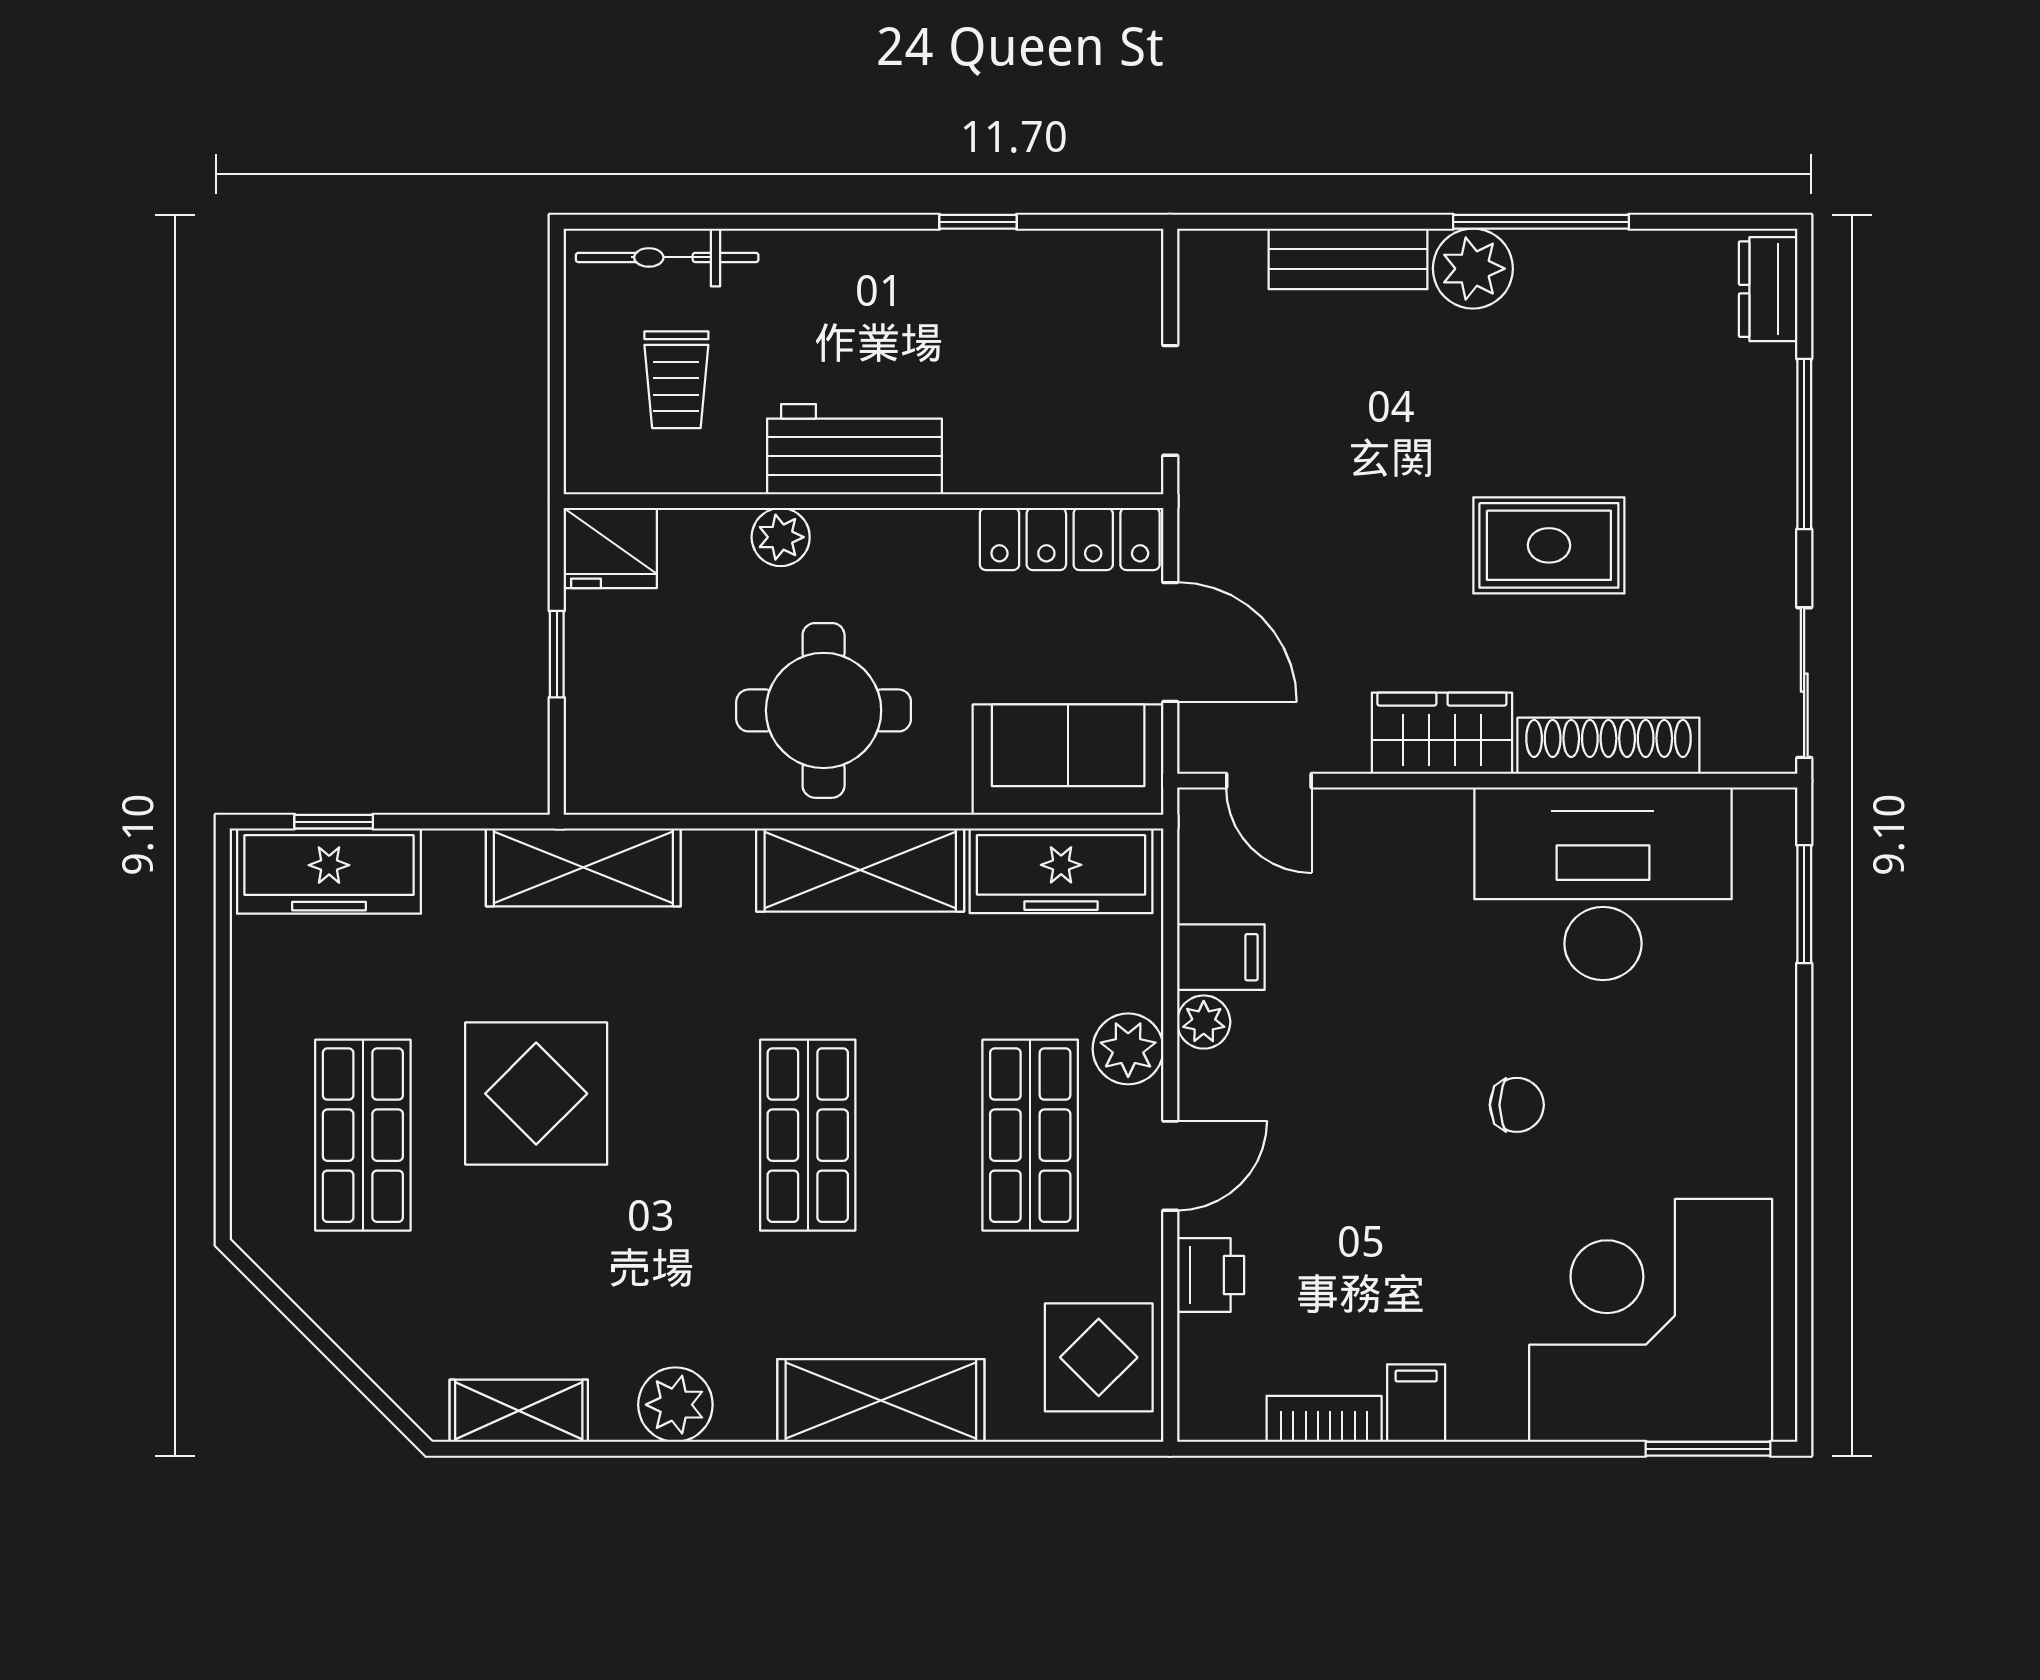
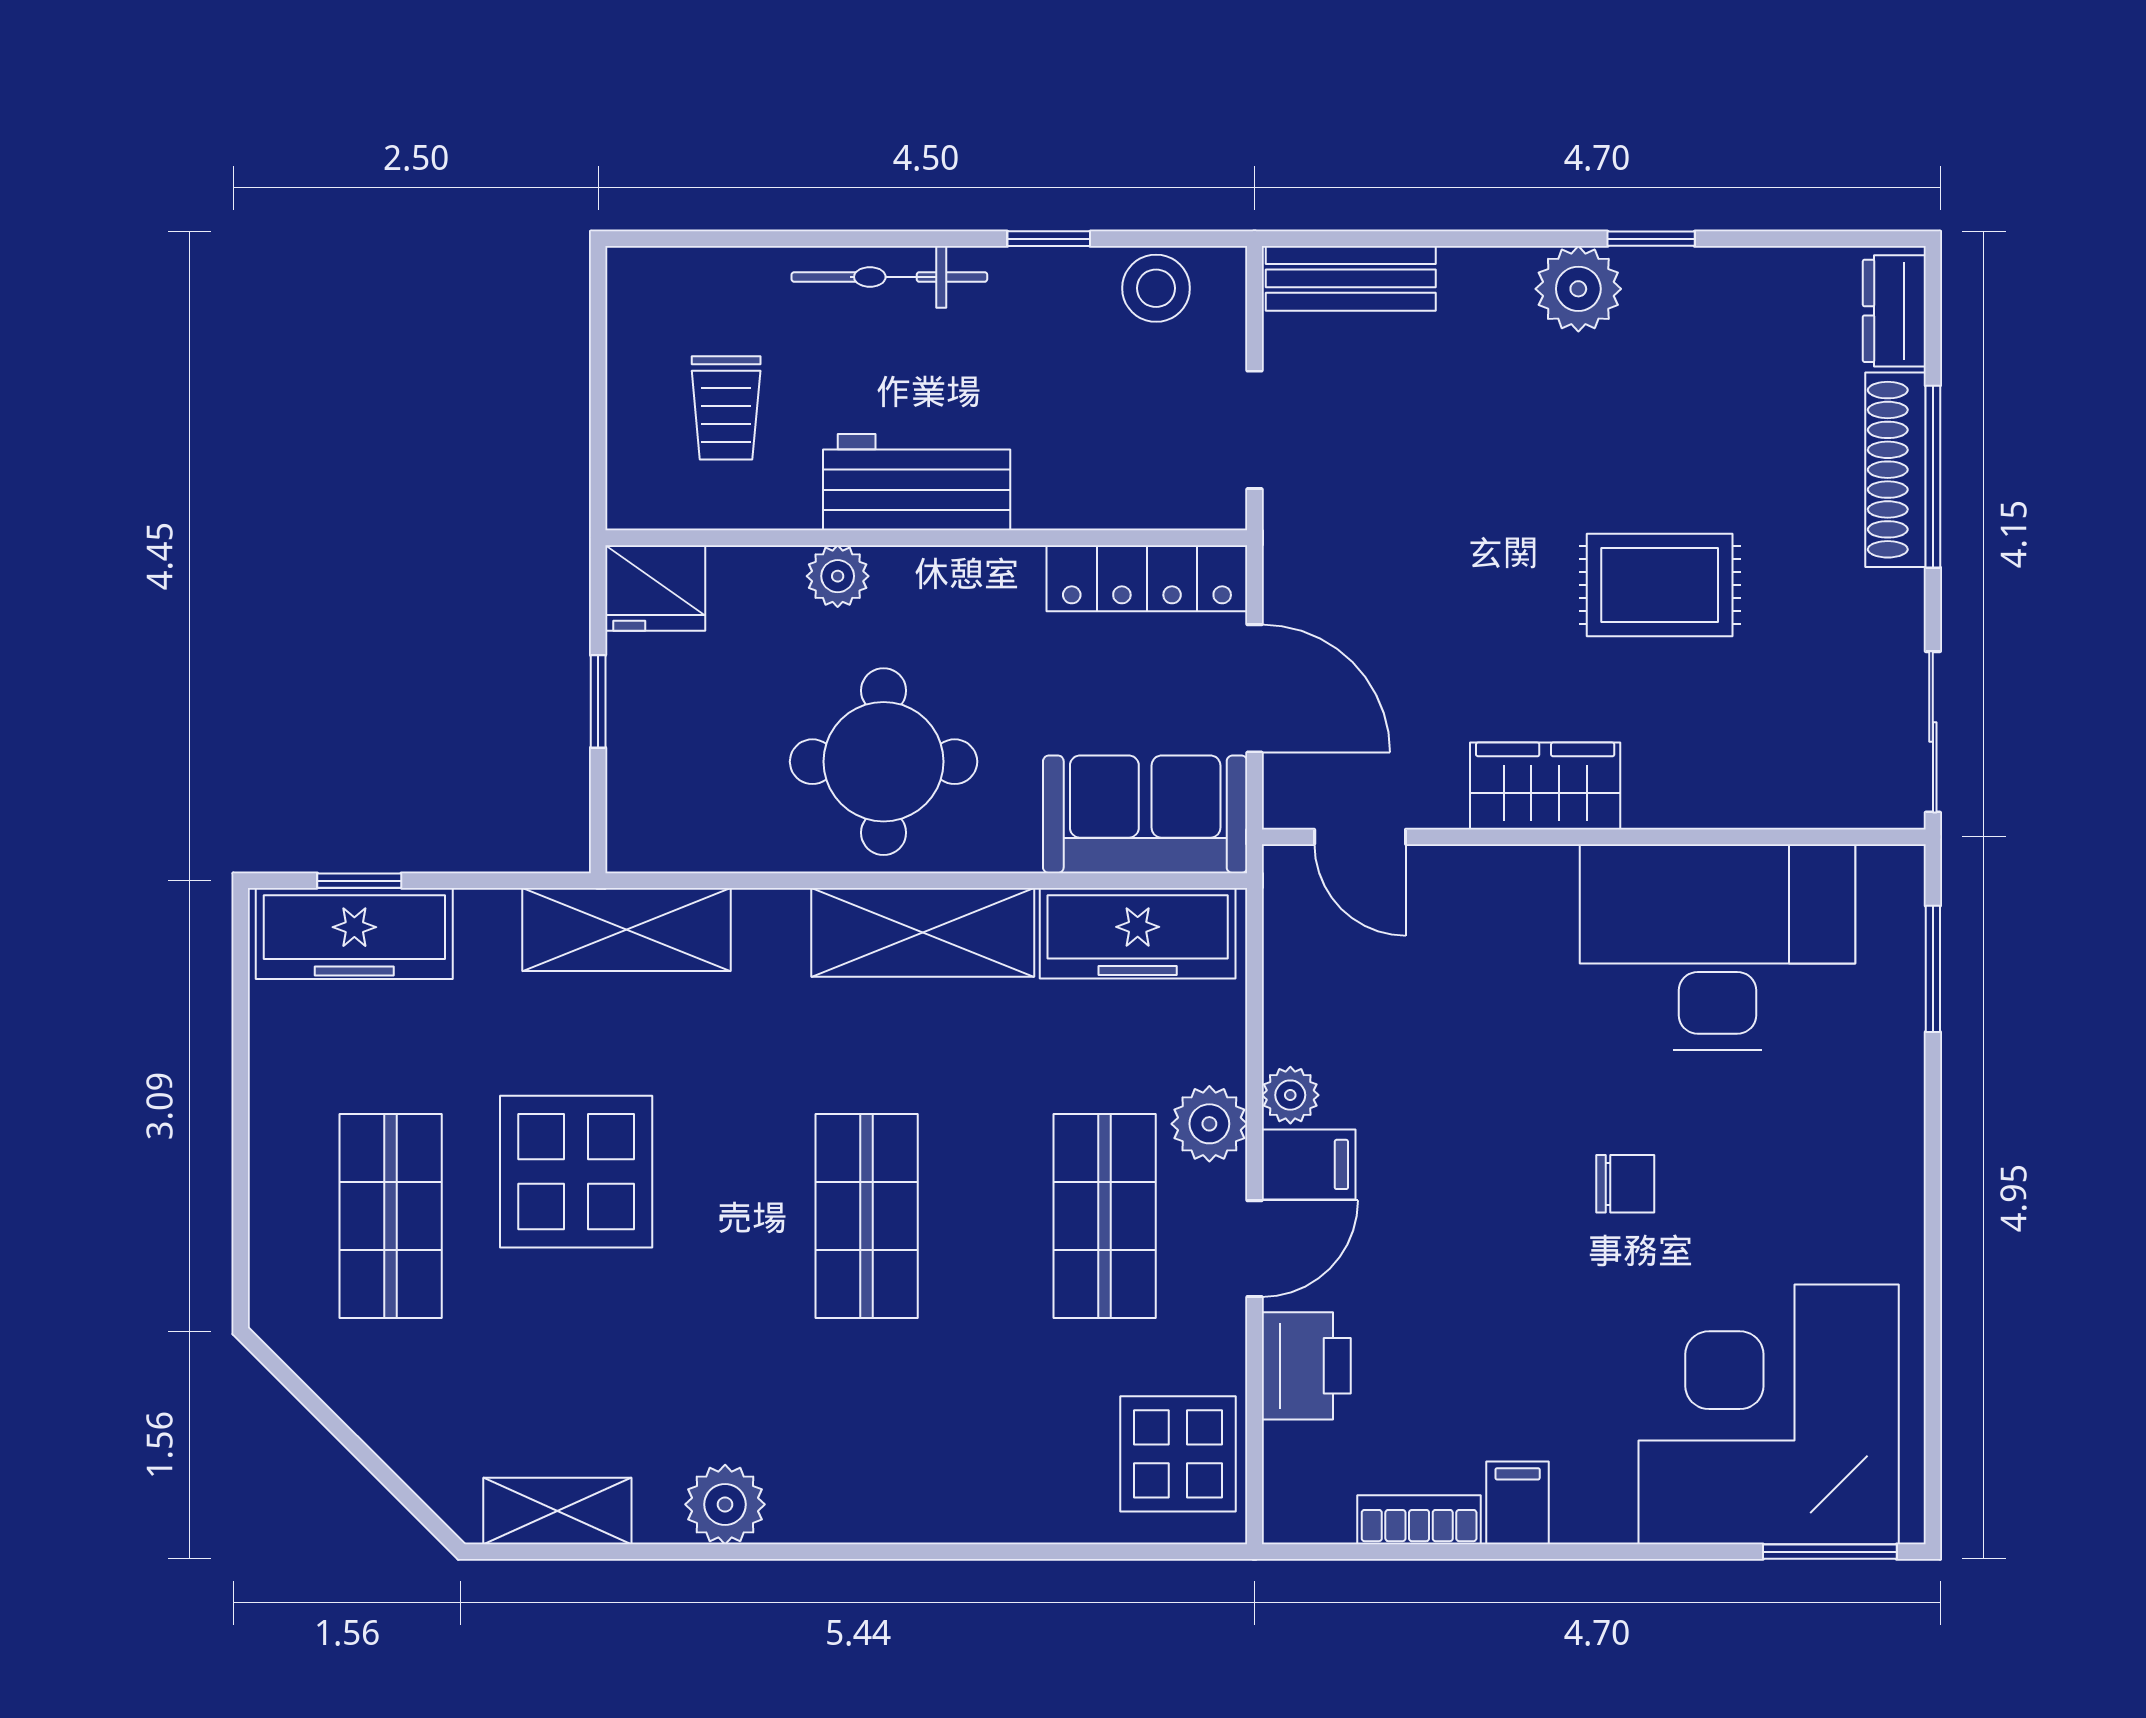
window: (1541, 222) -> (1651, 239), width x0.46
bicycle: (667, 257) -> (889, 277), moved
bench: (1348, 259) -> (1351, 278), moved
stool: (1078, 268) -> (1156, 288), added
shoe rack: (1608, 746) -> (1896, 470), moved, turned -90
filing cabinet: (1221, 957) -> (1309, 1164), moved
printer: (1211, 1275) -> (1306, 1366), width x1.36, depth x1.24
shelving: (881, 1400) -> (945, 1500), removed

